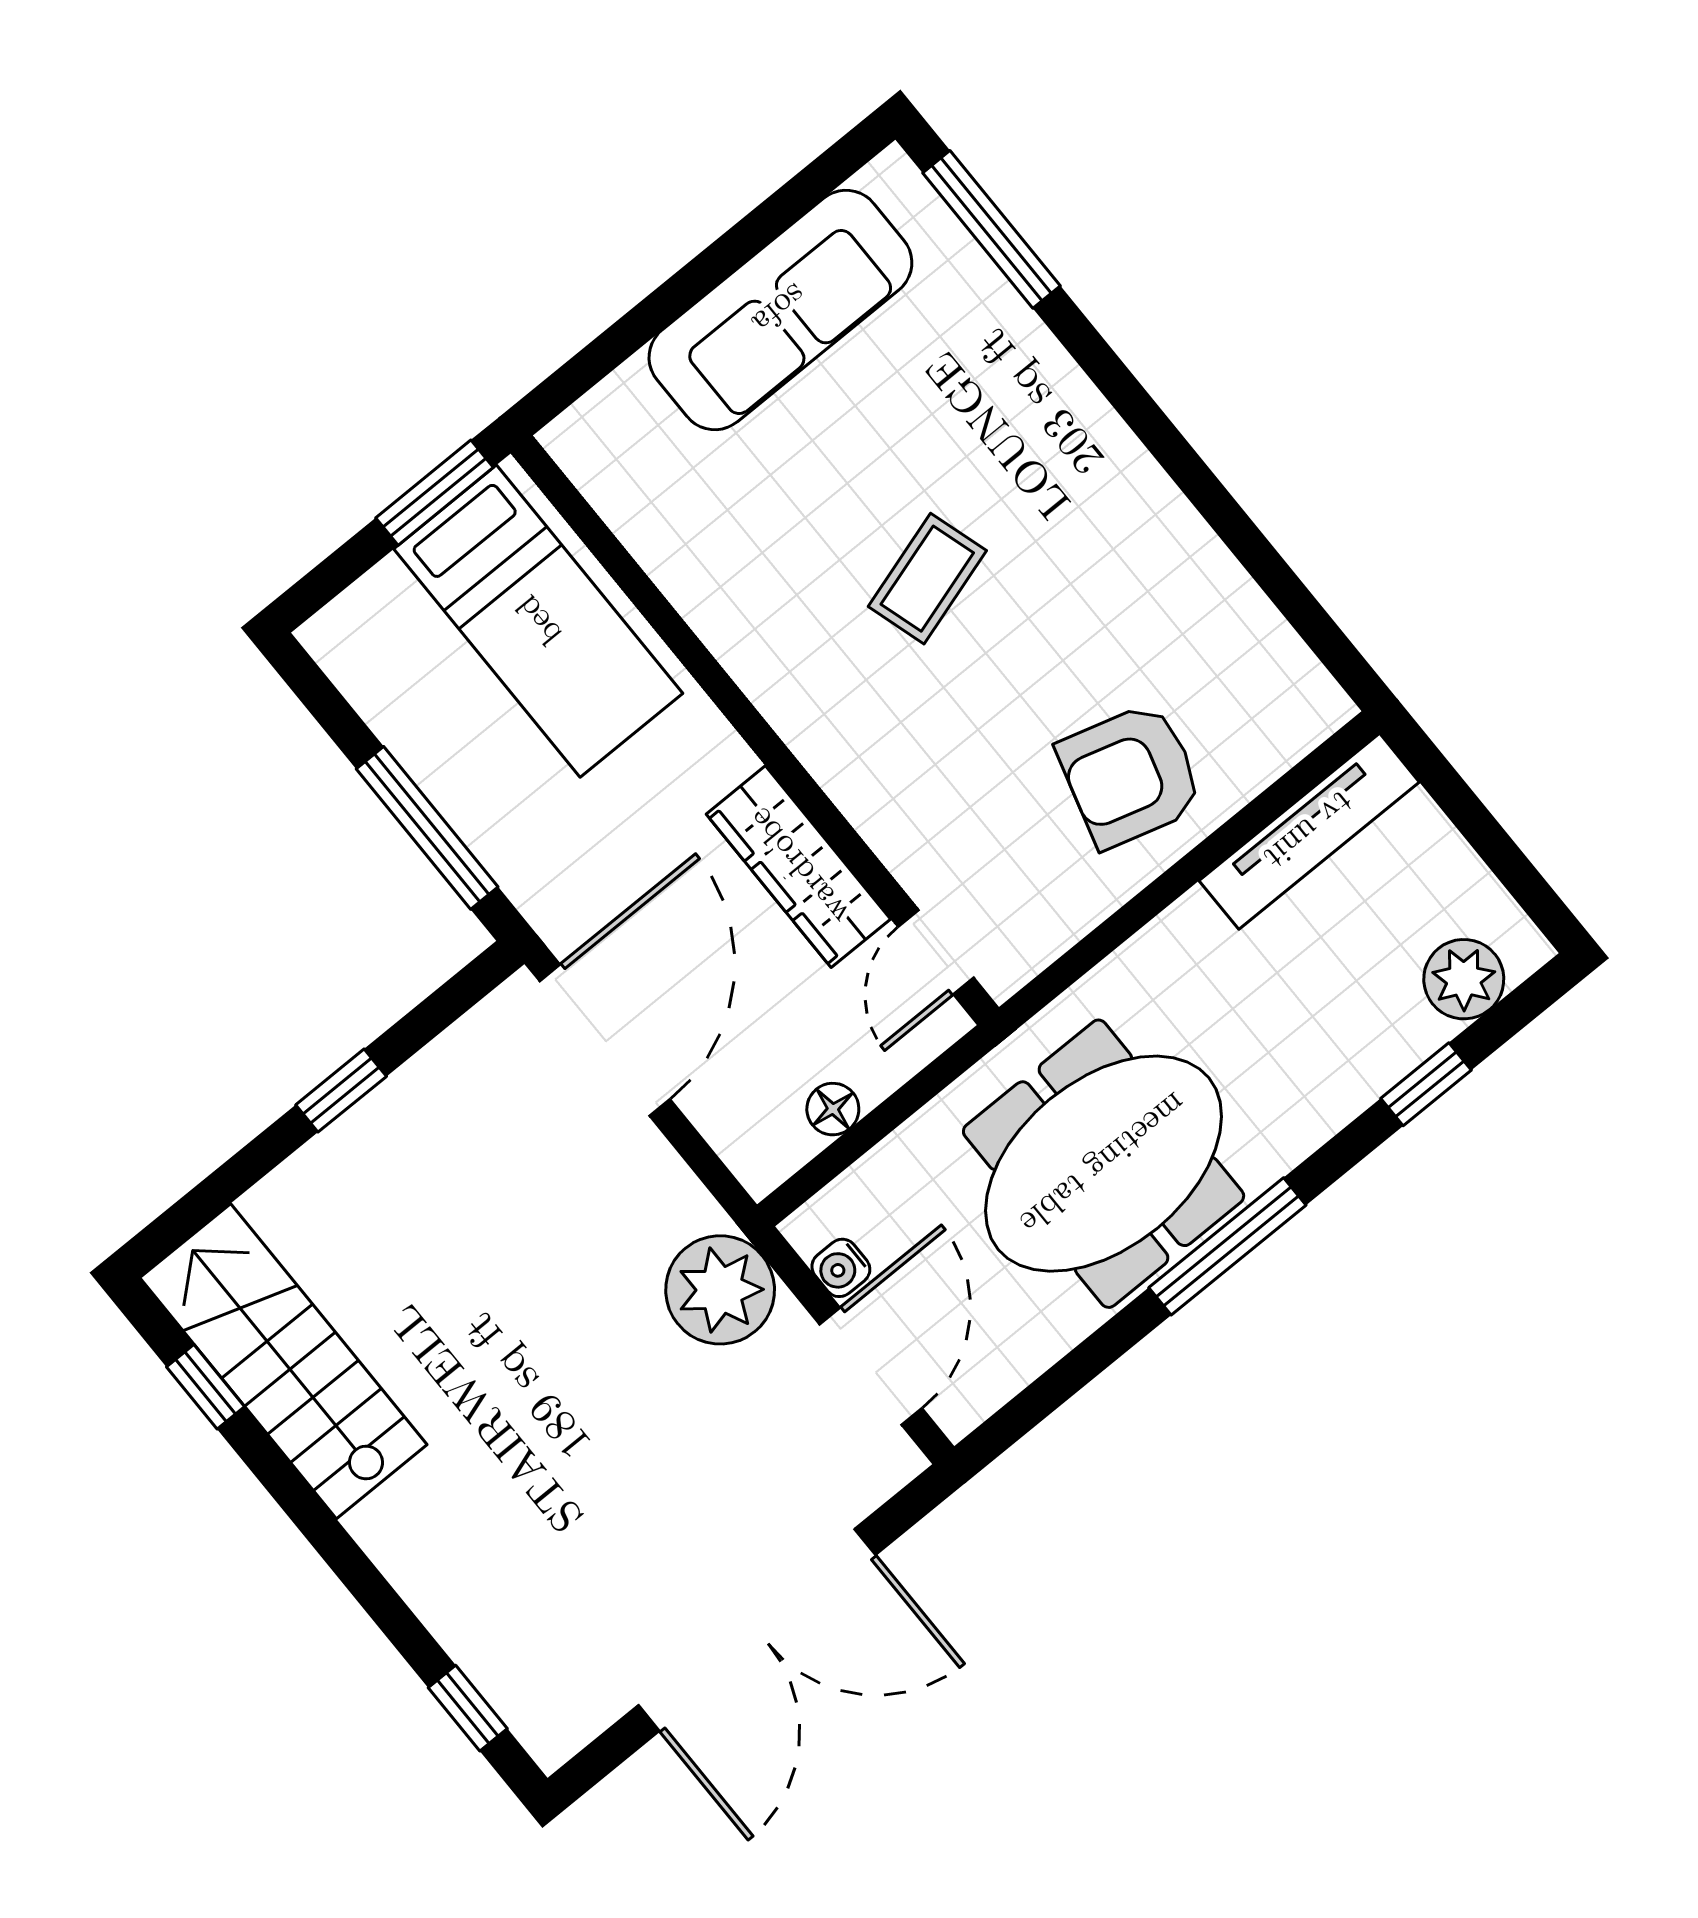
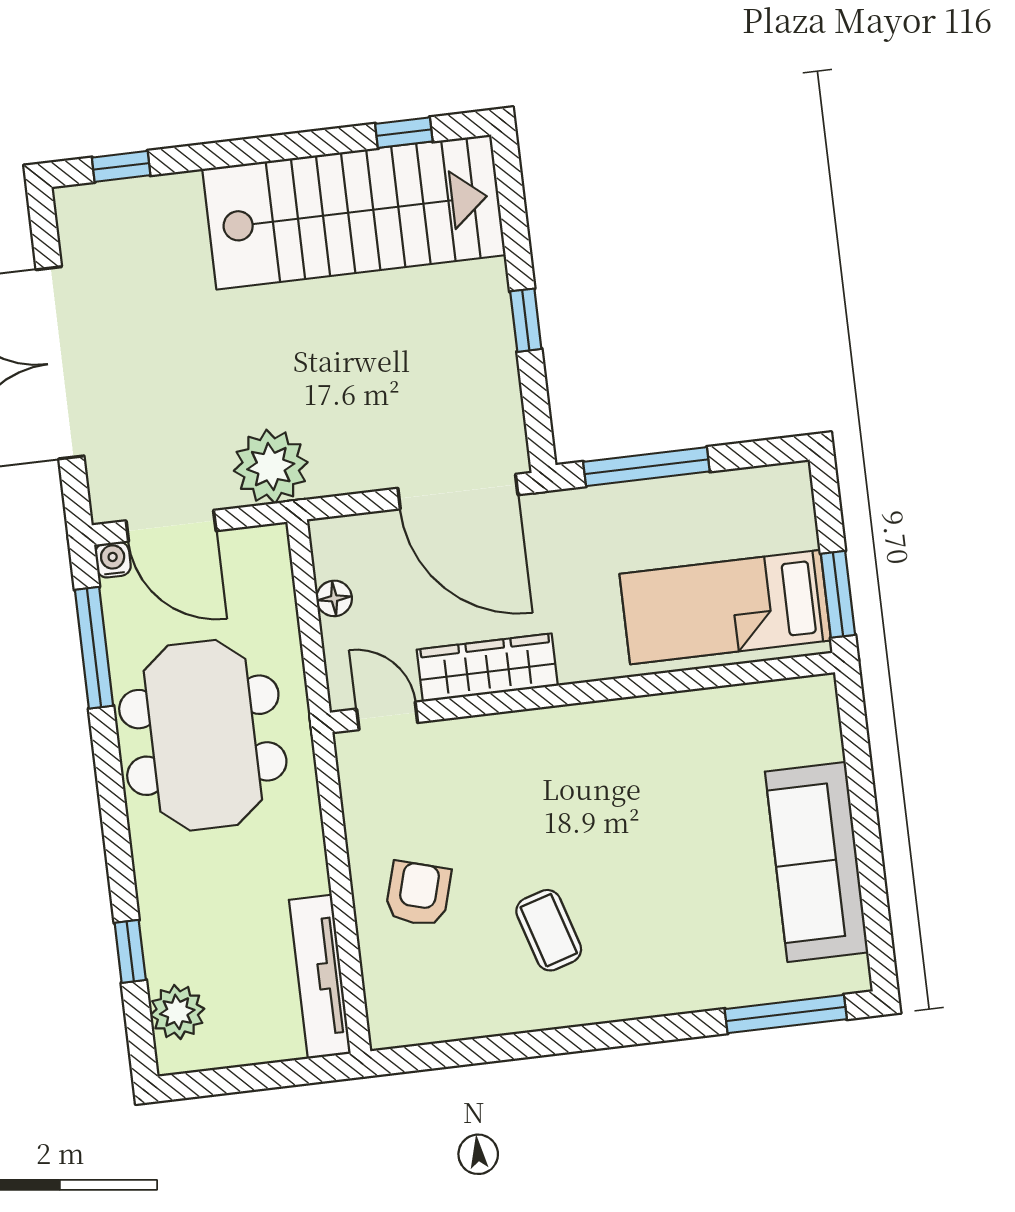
coffee table: (927, 579) -> (549, 930), moved
armchair: (1130, 775) -> (418, 894), width x0.72, depth x0.72
window: (1227, 1246) -> (94, 648), moved
water cooler: (841, 1268) -> (113, 560), moved
stairs: (283, 1361) -> (354, 212), width x1.36, depth x1.51

